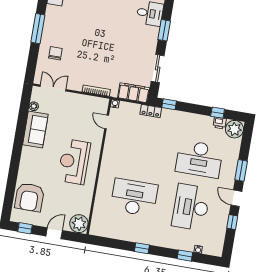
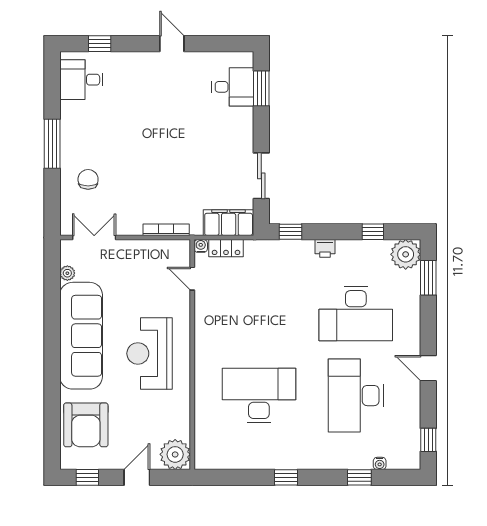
window: (164, 30) -> (261, 88), moved
locker: (151, 111) -> (226, 248), moved
printer: (220, 123) -> (325, 248), moved
sofa: (35, 129) -> (81, 336), width x1.85, depth x1.27
window: (241, 170) -> (428, 278), moved
window: (232, 222) -> (428, 440), moved

